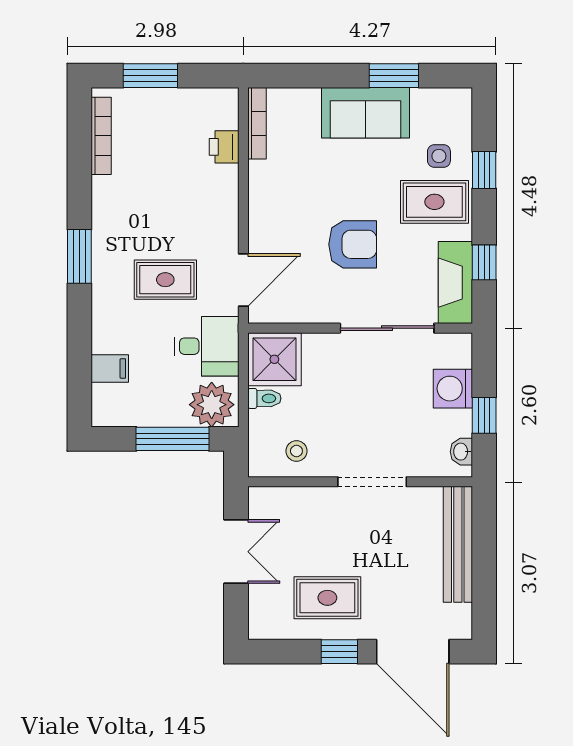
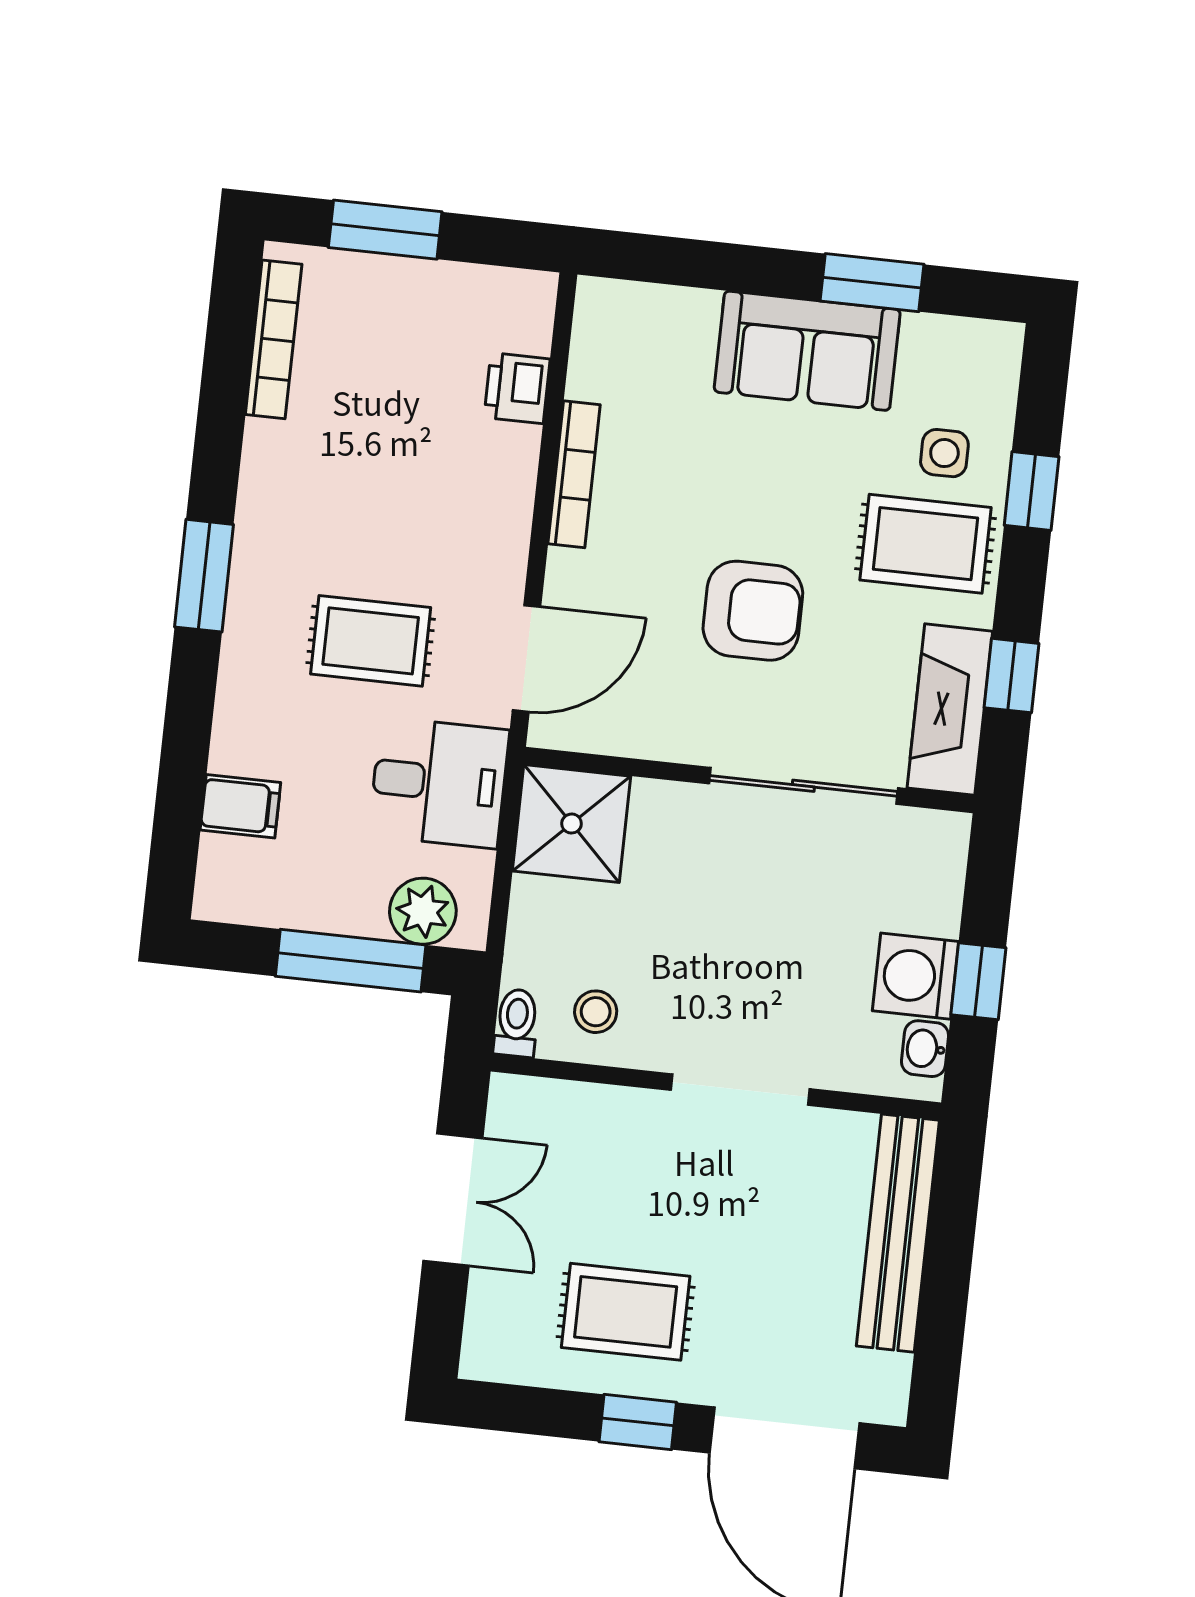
bookcase: (257, 123) -> (574, 474), moved
washing machine: (453, 389) -> (916, 976), moved
toilet: (264, 398) -> (516, 1023), moved, turned -90
plant: (212, 405) -> (423, 911), width x0.73, depth x0.73

